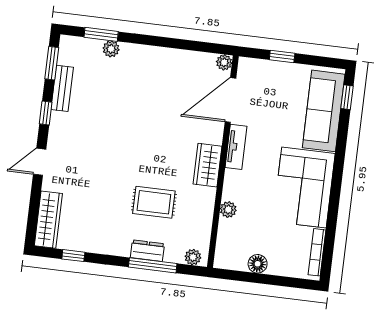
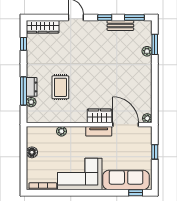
wardrobe: (207, 165) -> (100, 116), moved
plant: (193, 257) -> (31, 102), moved

